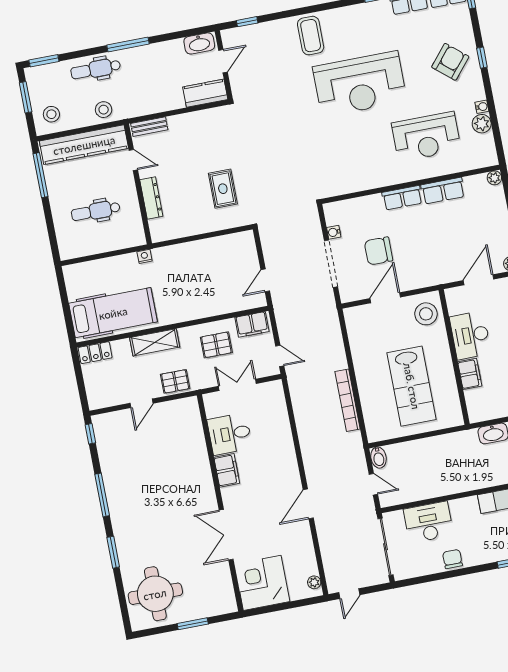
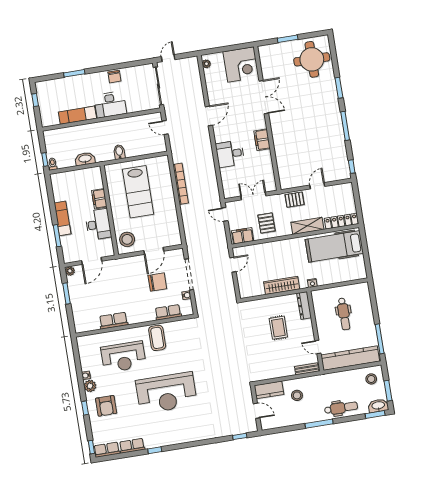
coffee table: (311, 36) -> (157, 338), moved
washbasin: (199, 43) -> (378, 406), moved
door: (223, 61) -> (257, 411), swing flipped
armchair: (450, 62) -> (106, 406), turned -40
reception desk: (360, 84) -> (166, 393), turned 180
stool: (104, 110) -> (297, 395), moved
plant: (482, 124) -> (90, 386), moved
reception desk: (426, 137) -> (123, 357), turned 180
plant: (494, 178) -> (79, 328), removed
rug: (223, 189) -> (278, 328), moved
dresser: (151, 198) -> (304, 306), moved
row of seats: (402, 198) -> (168, 312), moved
dental chair: (96, 211) -> (344, 314), turned 90
wardrobe: (191, 251) -> (282, 285), added
pallet: (216, 345) -> (266, 223), turned 90
locker: (95, 353) -> (341, 221), width x1.53
double door: (237, 385) -> (253, 196), swing flipped
lab bench: (412, 386) -> (138, 192), turned 180
desk: (230, 434) -> (230, 154), moved, turned 180
bidet: (379, 458) -> (119, 152), moved
desk: (428, 522) -> (110, 105), moved
door: (349, 594) -> (168, 58), moved

